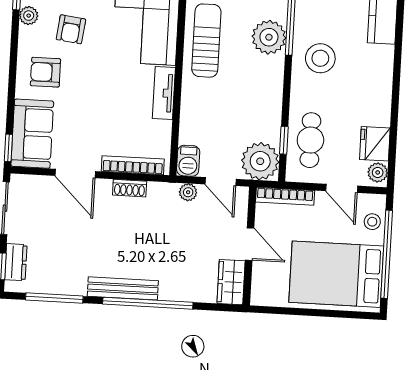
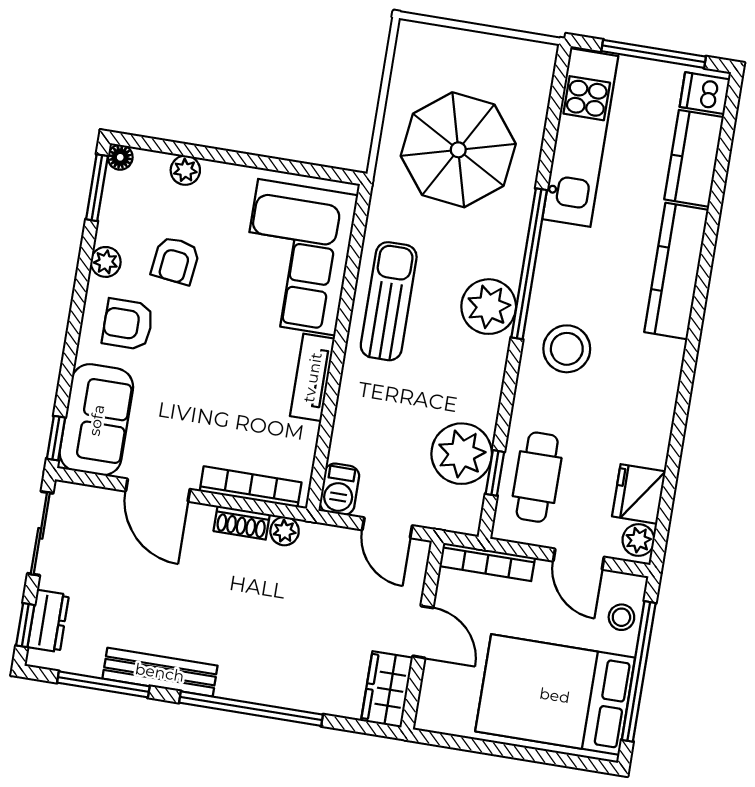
plant: (29, 16) -> (106, 262), moved
plant: (260, 161) -> (462, 454), moved
plant: (188, 192) -> (285, 531), moved
bench: (123, 288) -> (160, 672), moved

